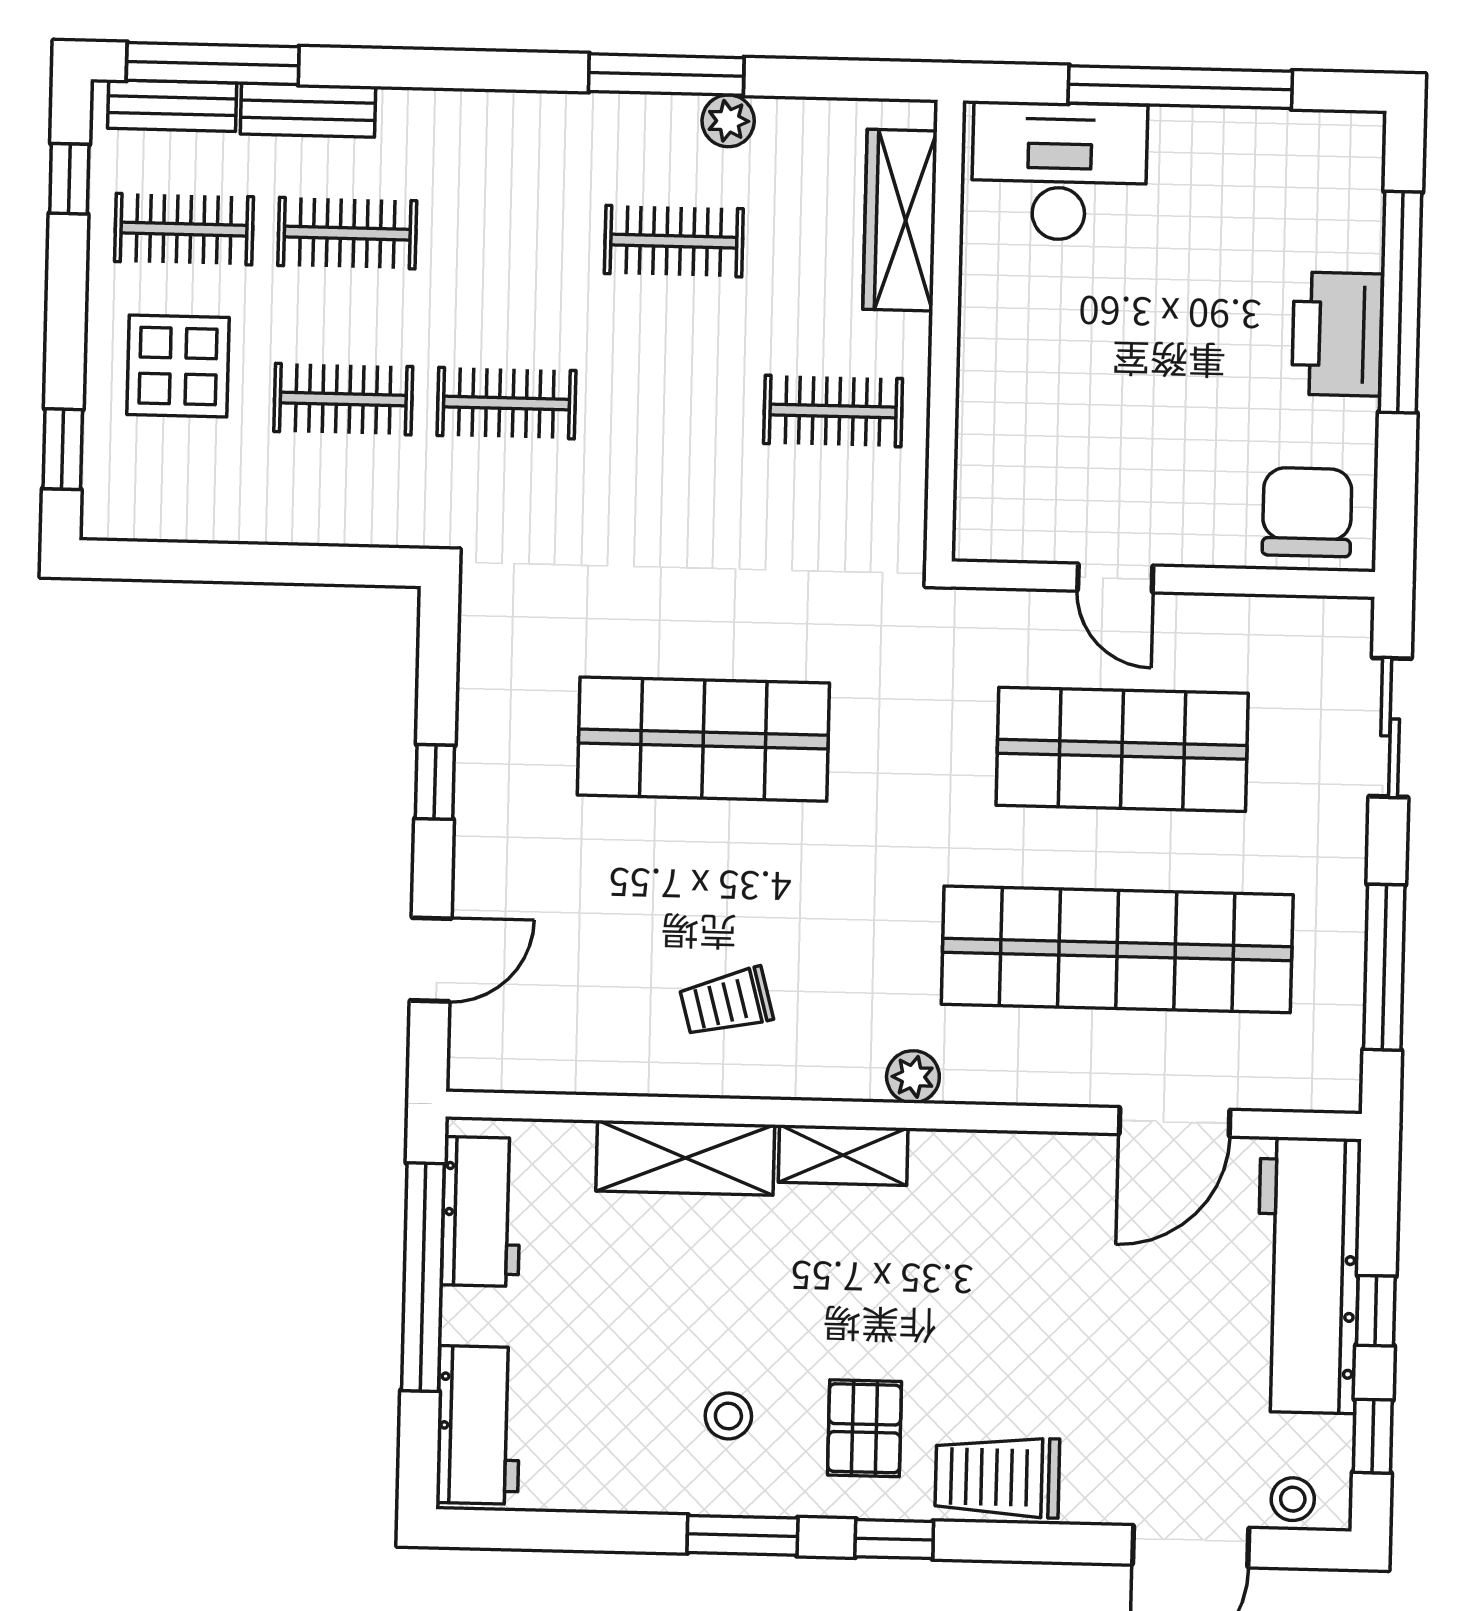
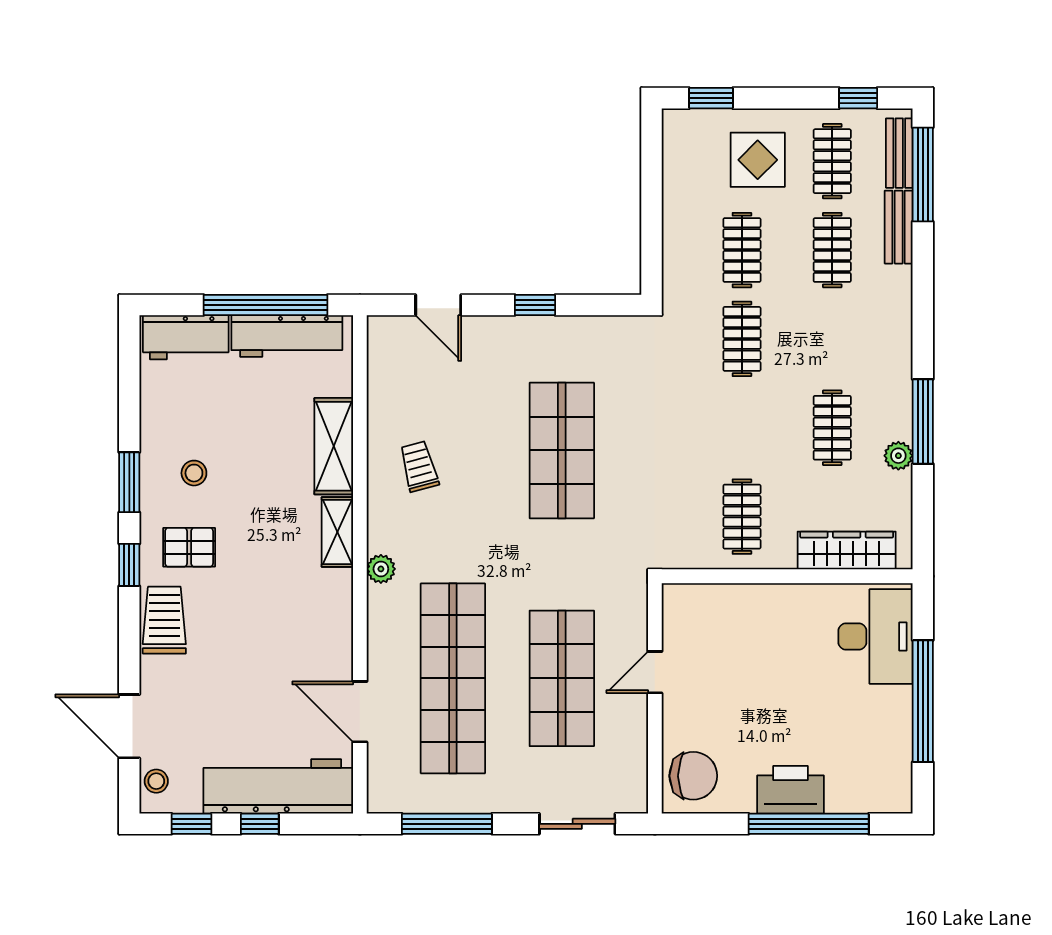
workbench: (481, 1212) -> (287, 336), width x1.38

